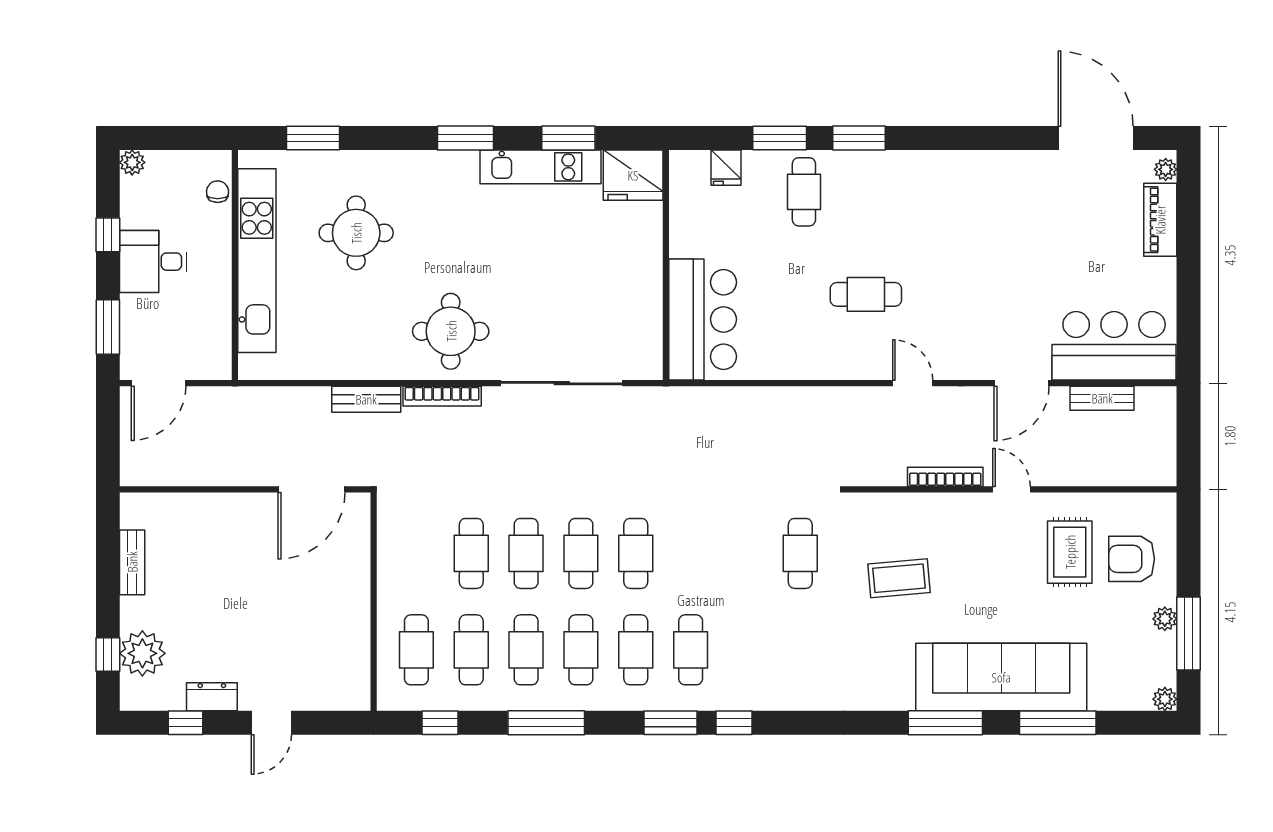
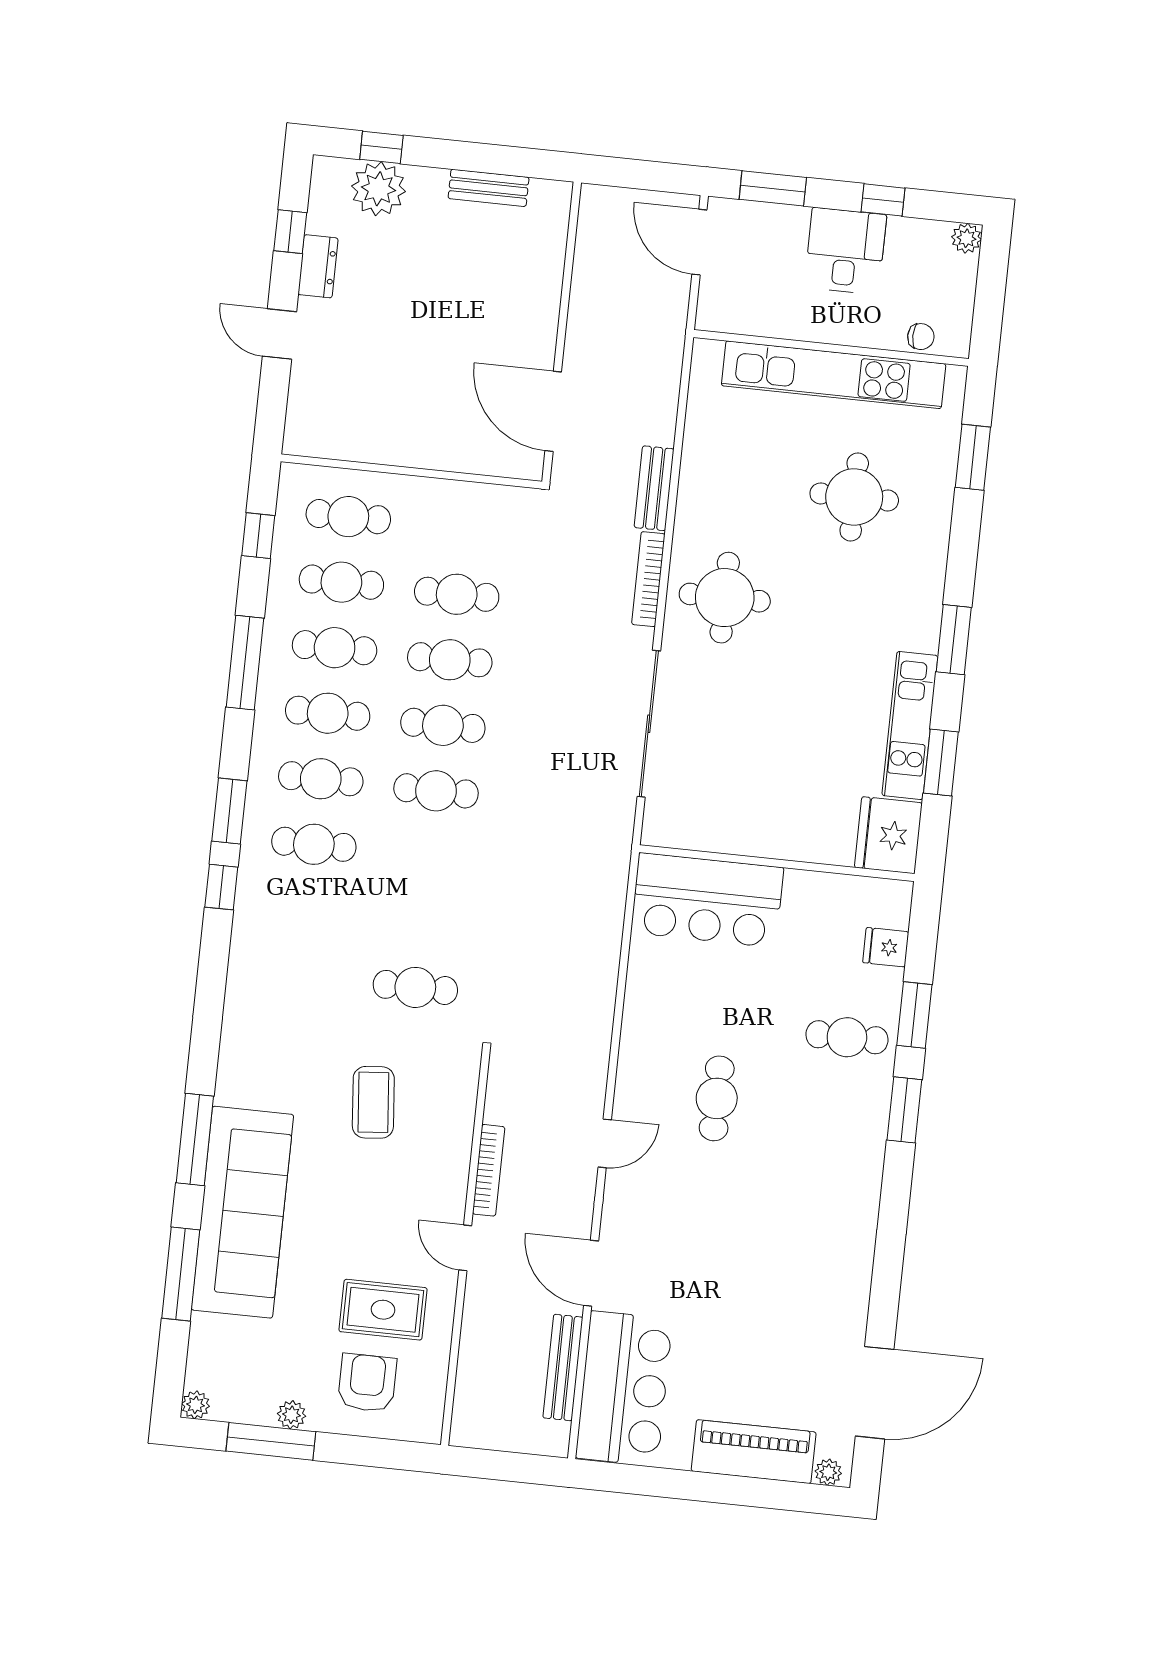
piano: (1160, 220) -> (754, 1452), width x1.37, depth x1.33
bench: (1102, 398) -> (563, 1367), width x1.36
door: (1012, 489) -> (465, 1248), swing flipped

